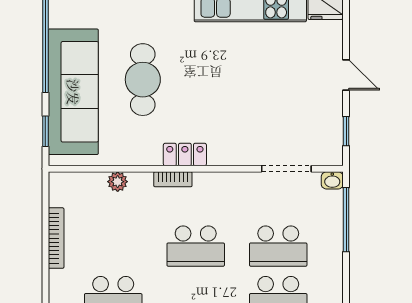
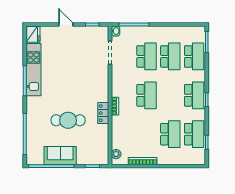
door: (346, 75) -> (66, 25), hinge flipped
sofa: (73, 92) -> (60, 156), width x0.54, depth x0.79
locker: (185, 154) -> (103, 113), moved
plant: (118, 182) -> (116, 154), moved

